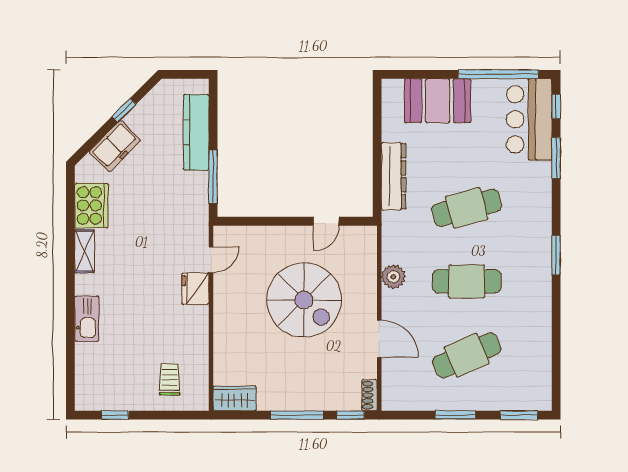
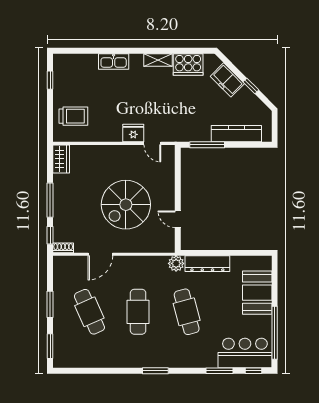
plant: (393, 277) -> (176, 263), moved
trolley: (170, 380) -> (73, 116), width x1.36, depth x1.39

